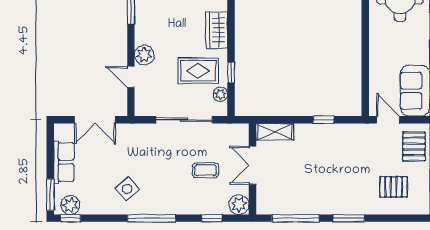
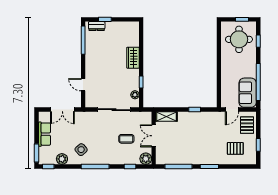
plant: (144, 55) -> (91, 72), removed
rug: (198, 71) -> (122, 81), removed
door: (388, 120) -> (232, 110), swing flipped
plant: (70, 205) -> (62, 159), moved

